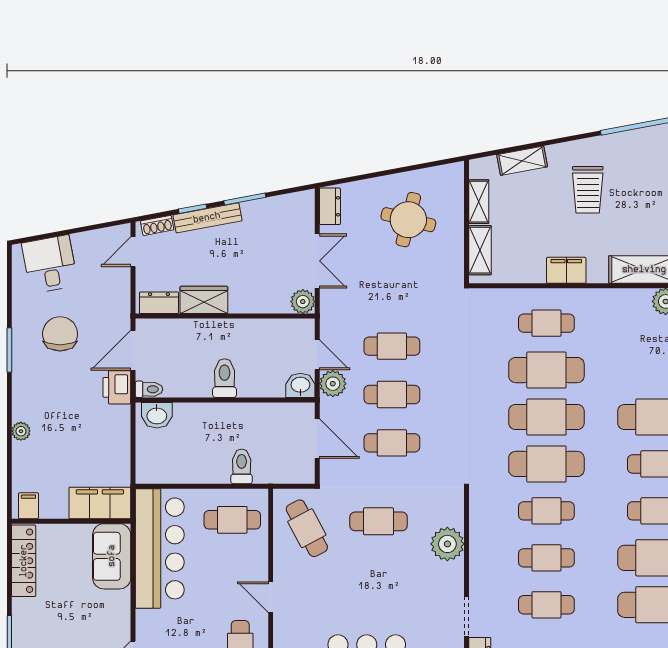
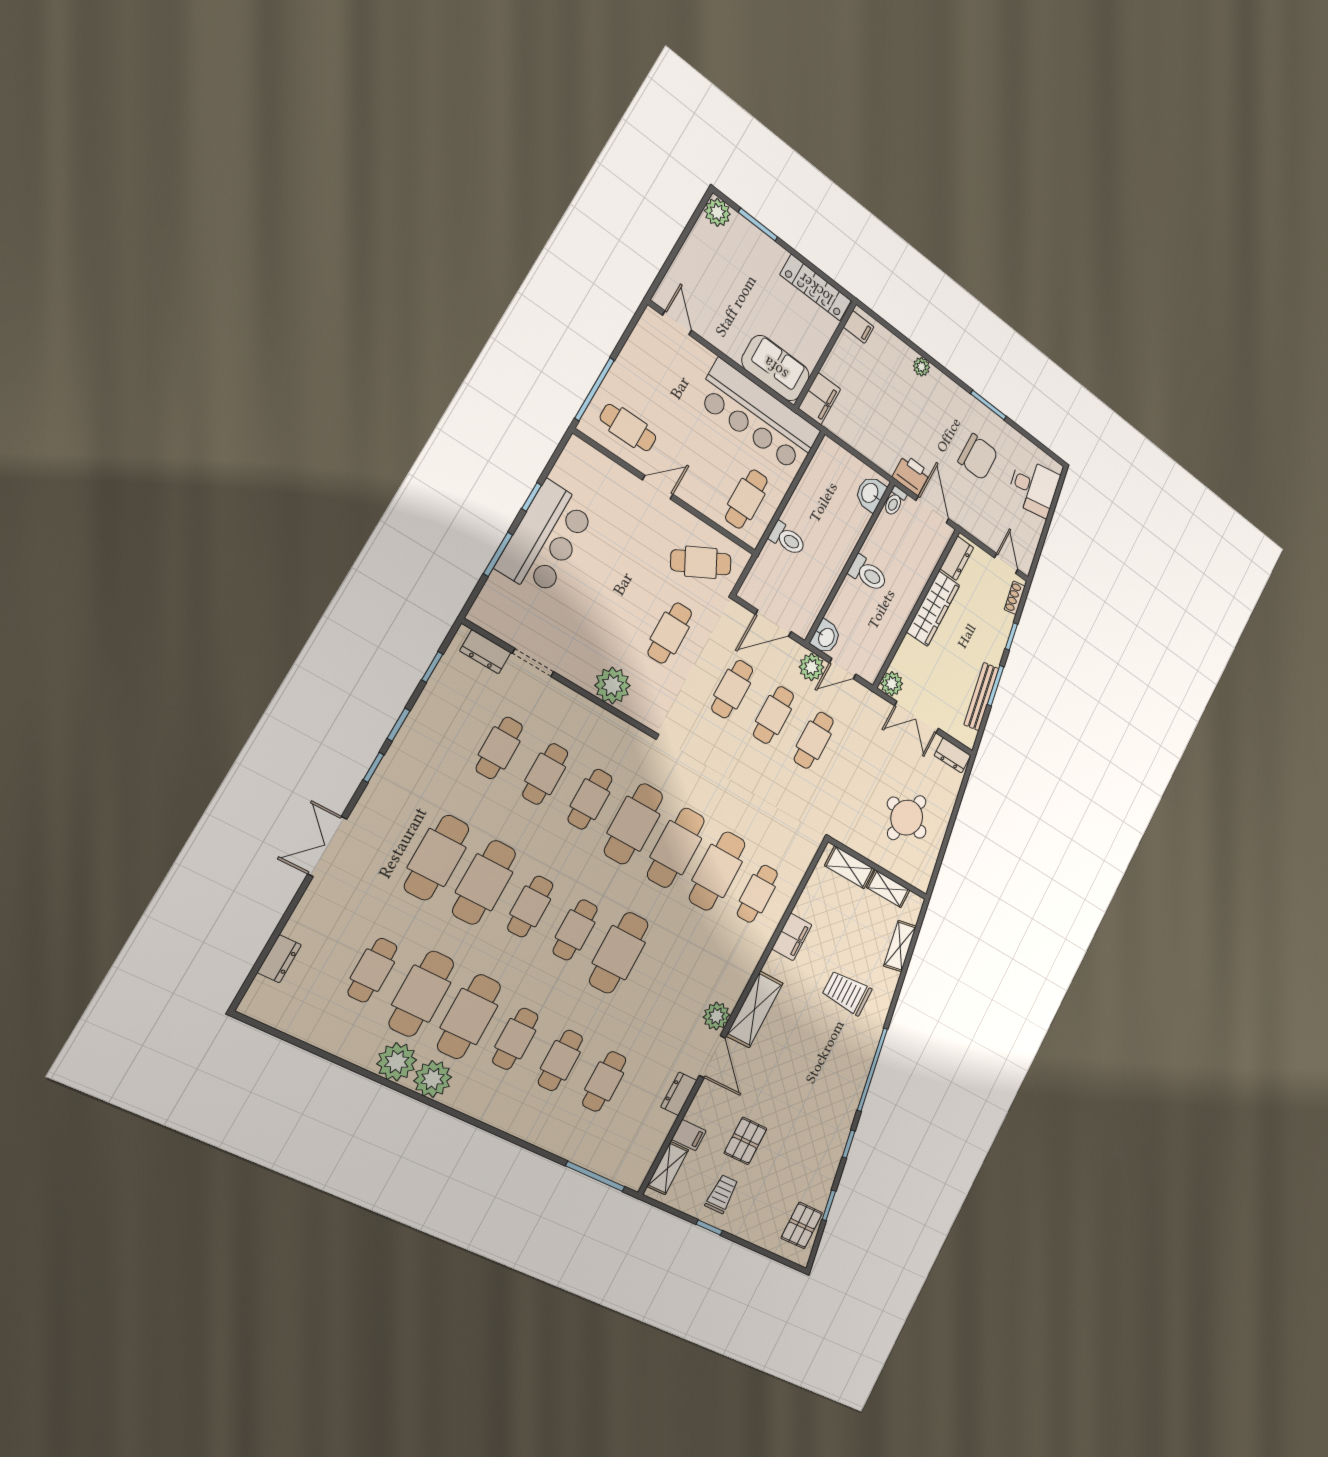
bench: (207, 218) -> (981, 697), moved
wardrobe: (204, 300) -> (933, 609), width x1.50
filing cabinet: (100, 503) -> (819, 399), width x0.67, depth x0.86

